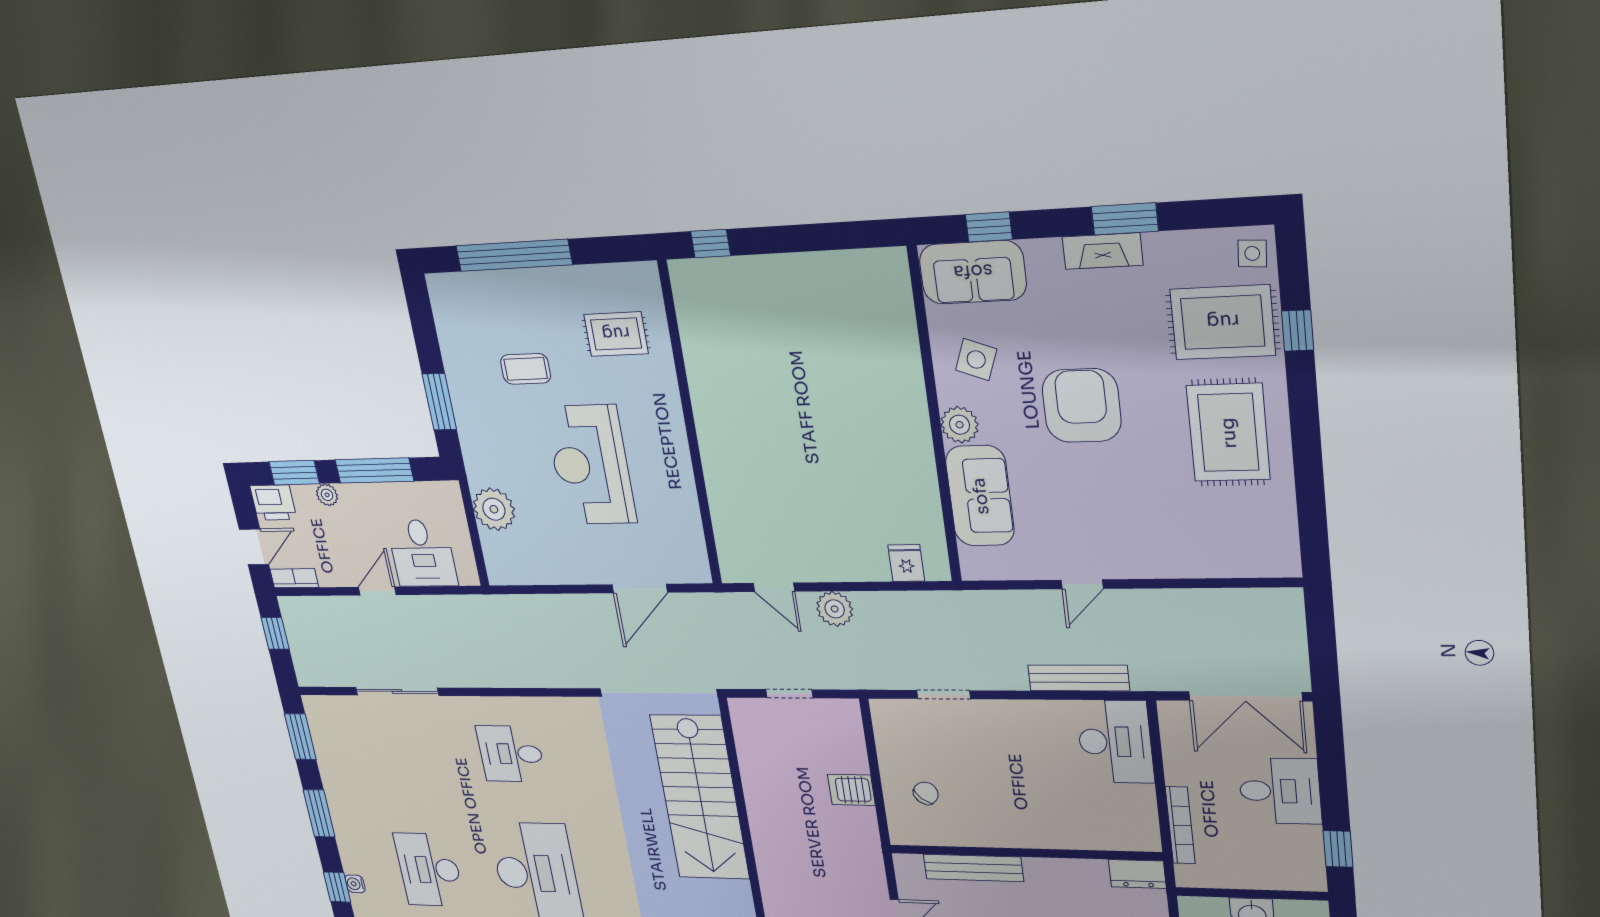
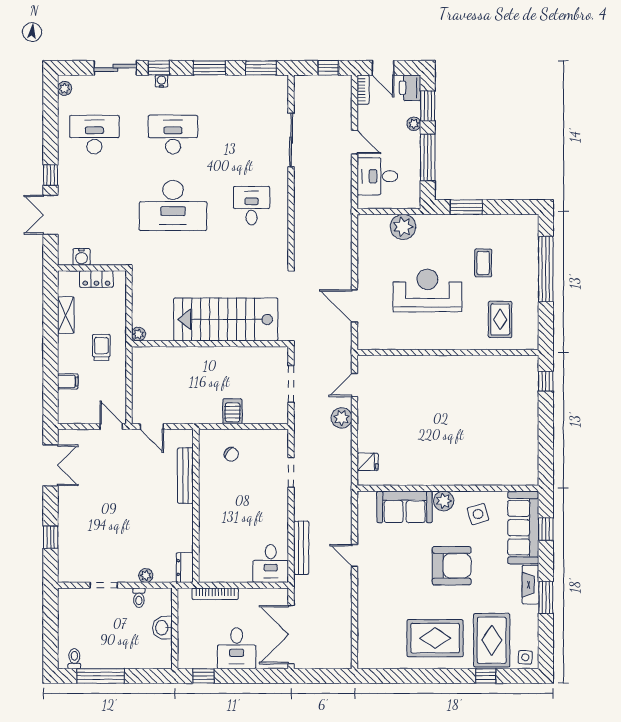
sofa: (973, 272) -> (523, 528), width x1.36
side table: (976, 360) -> (478, 514), turned -38
doorway: (789, 694) -> (291, 384), width x1.38
desk: (1115, 742) -> (271, 563), width x0.73

